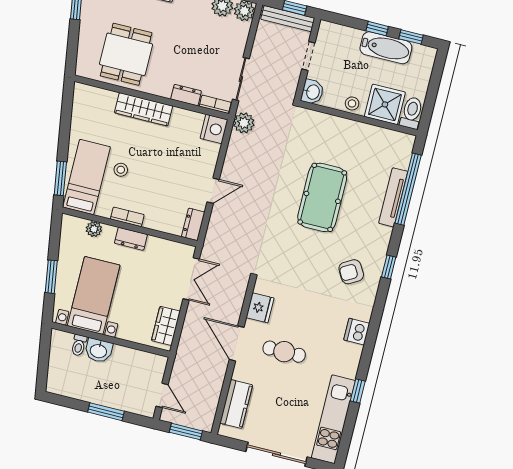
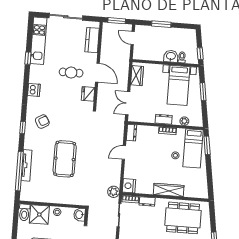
dining table: (126, 54) -> (183, 218), width x1.38
window: (45, 346) -> (200, 54), added

